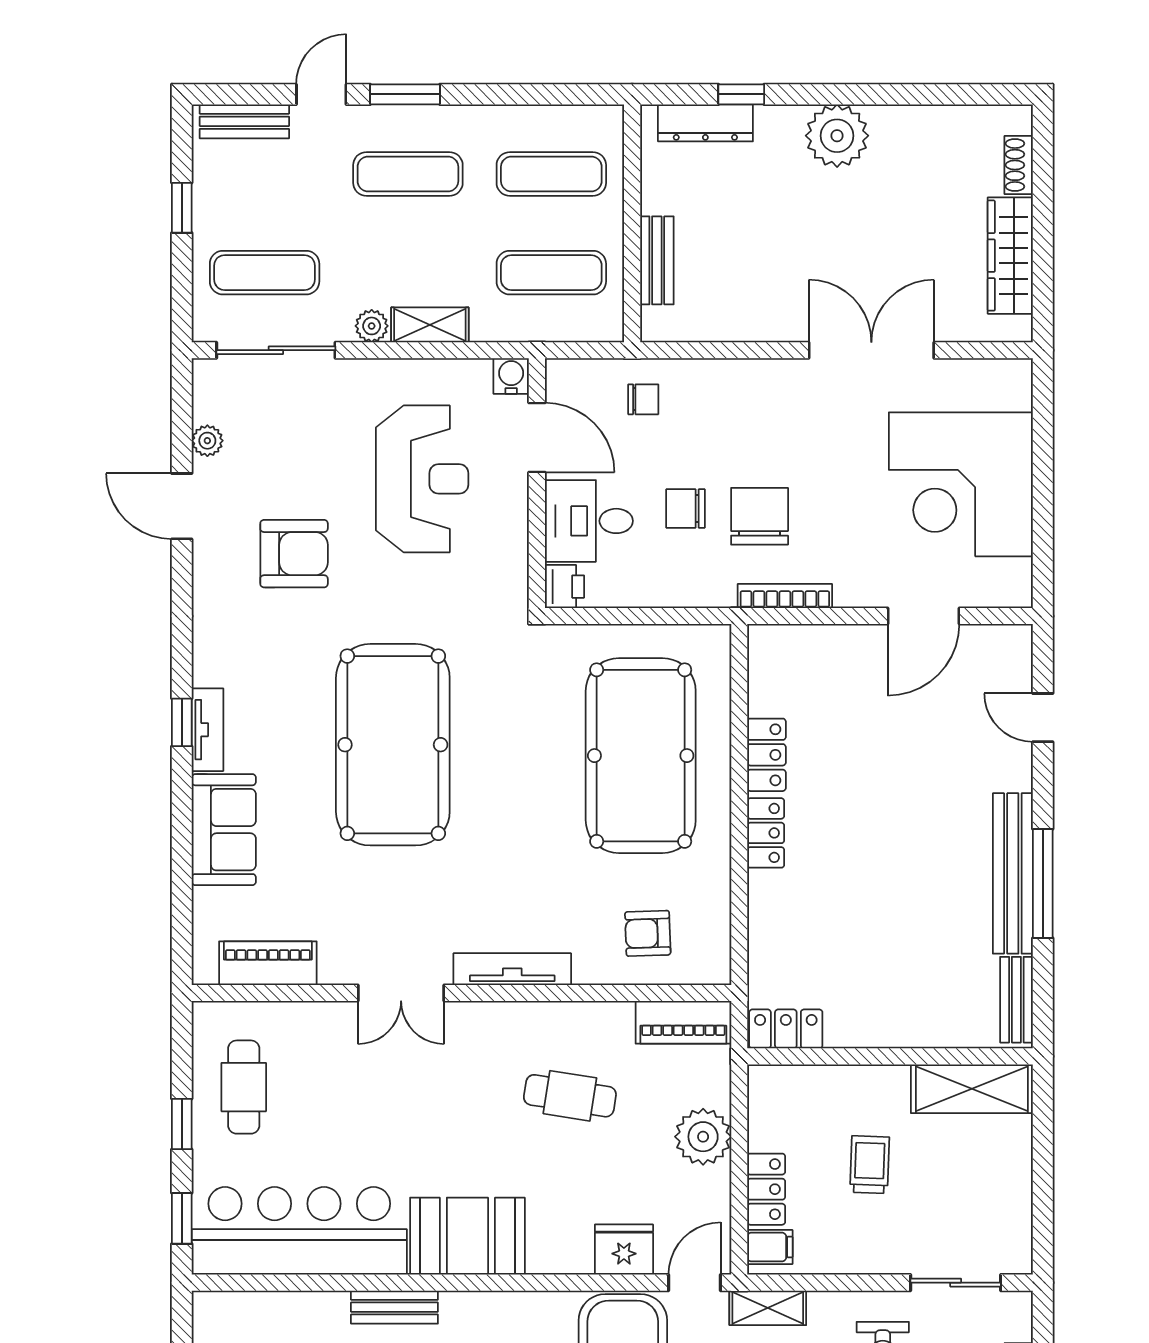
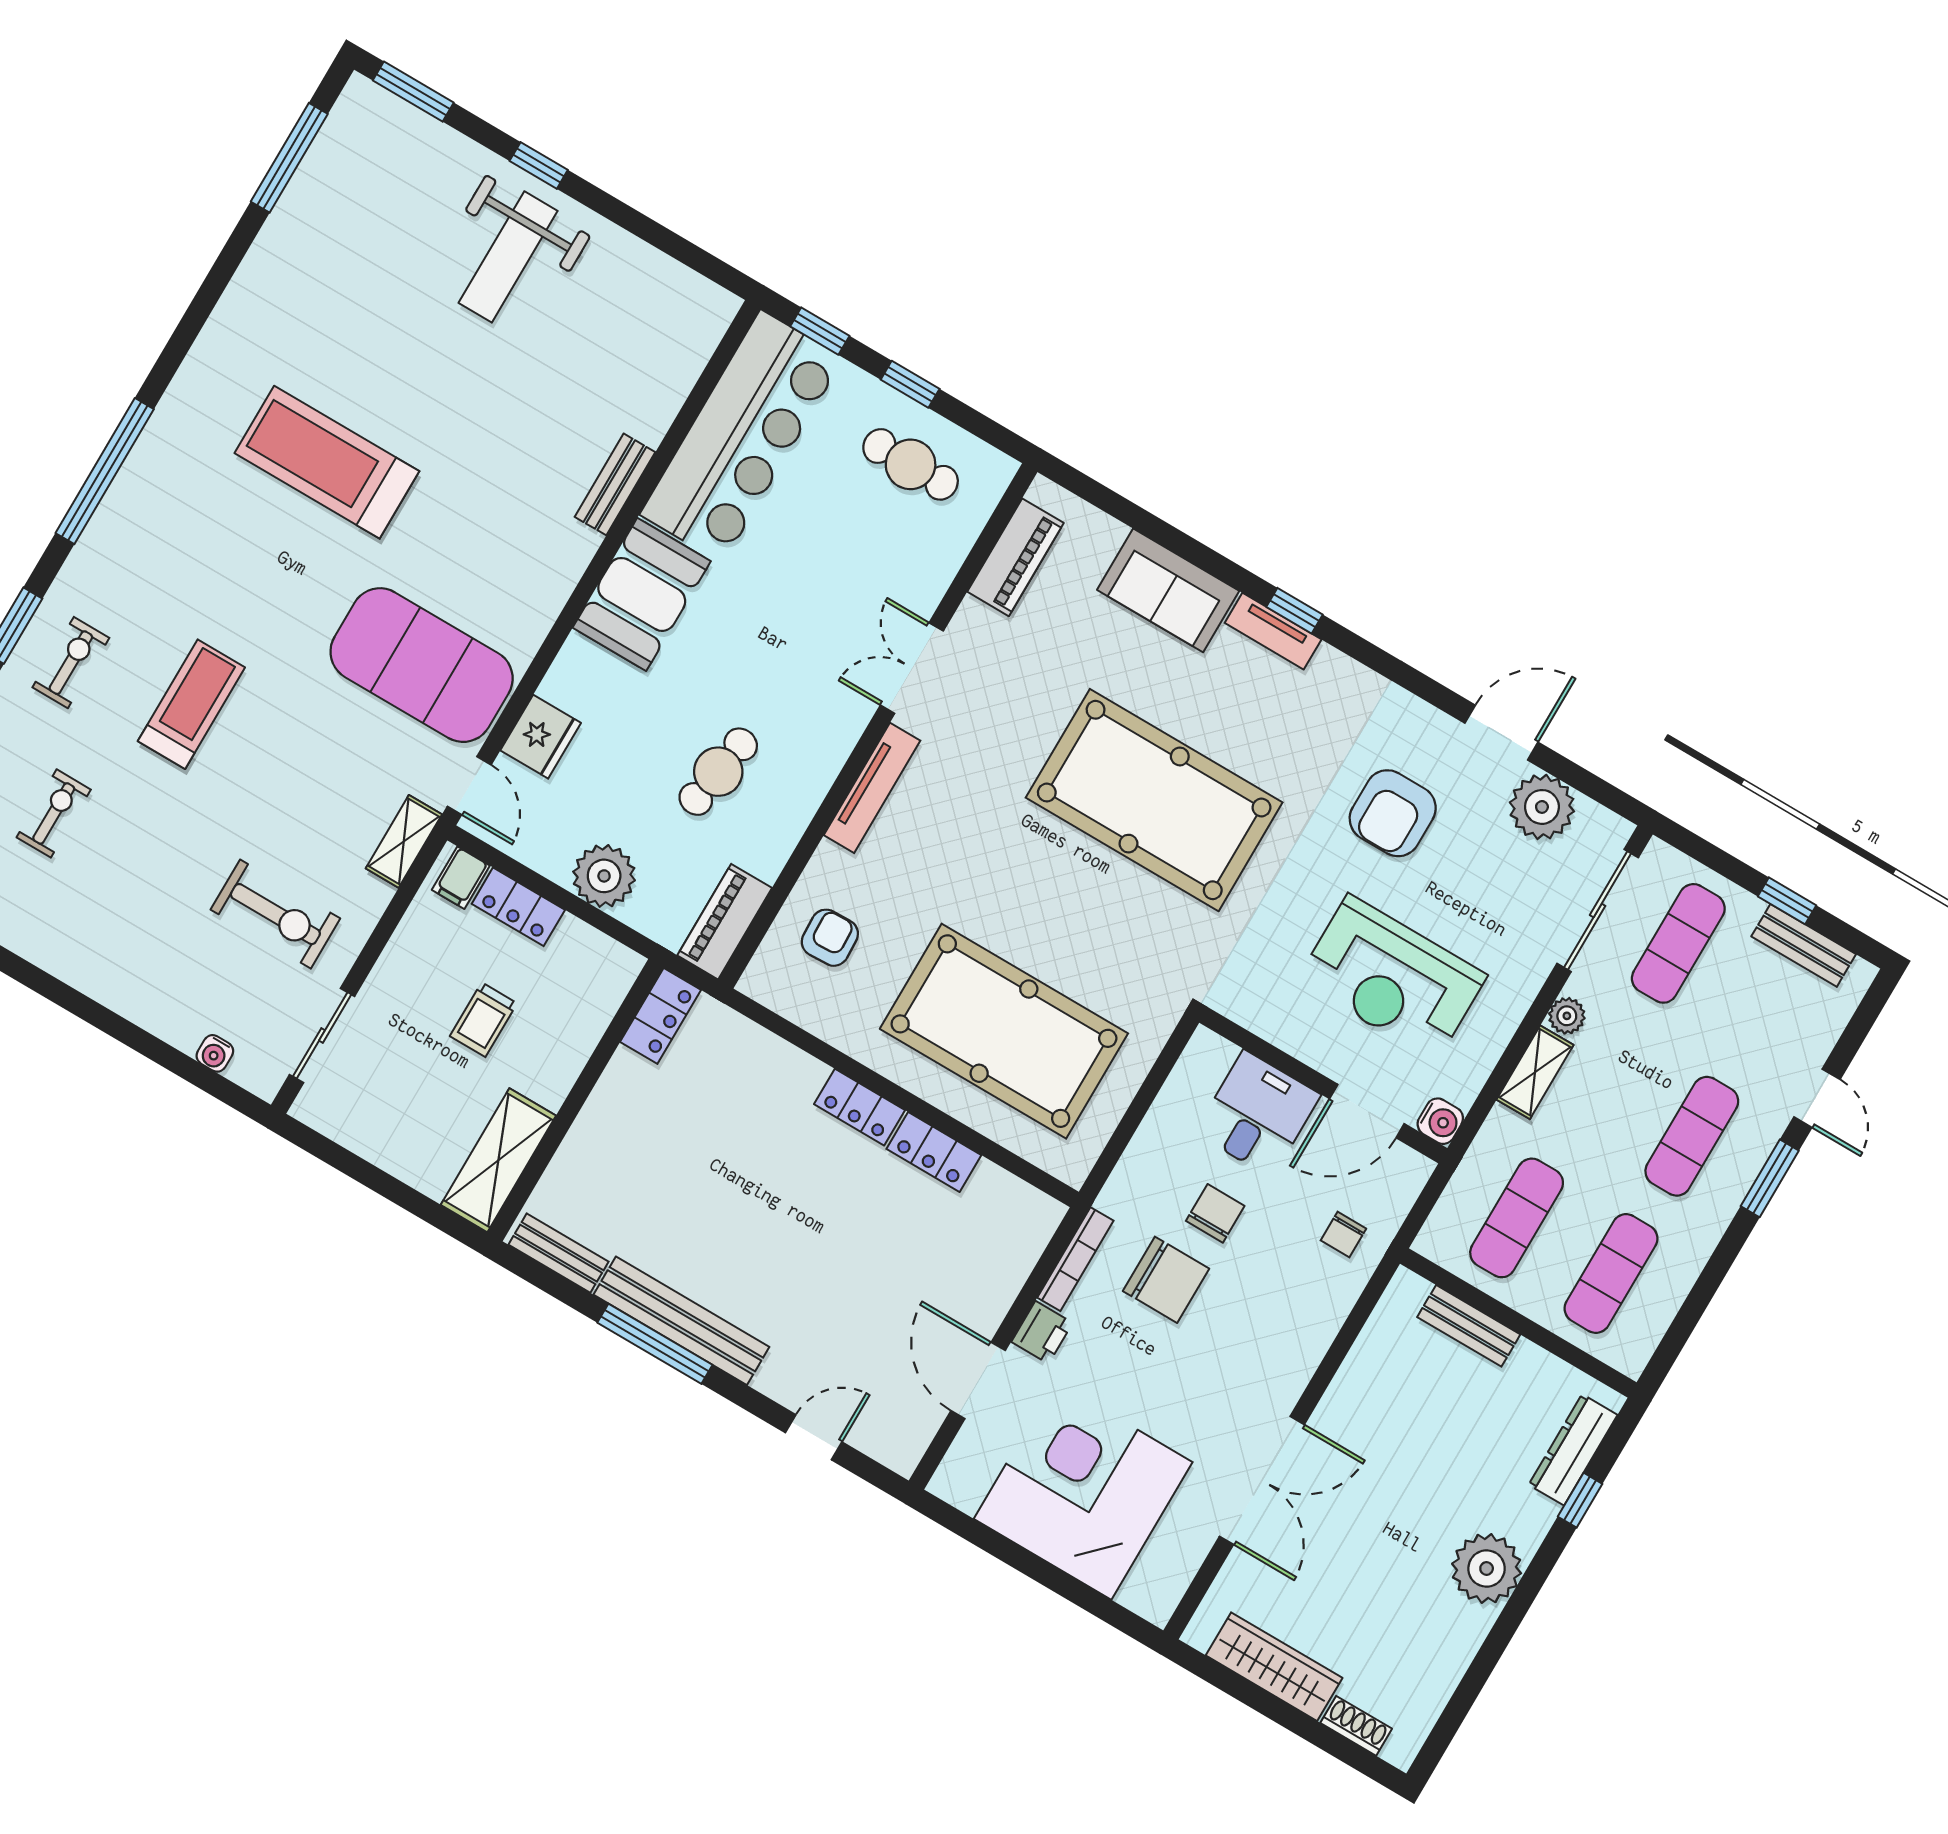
bench: (244, 121) -> (1804, 945), moved, turned 90
plant: (207, 441) -> (1542, 807), width x1.88, depth x1.88
printer: (564, 587) -> (1042, 1332), moved, turned -90
trolley: (870, 1165) -> (483, 1020), turned 88

